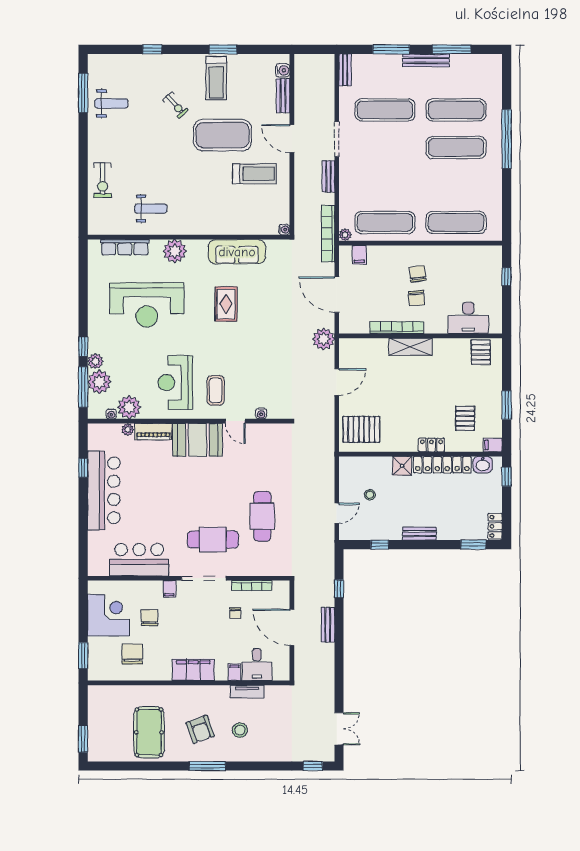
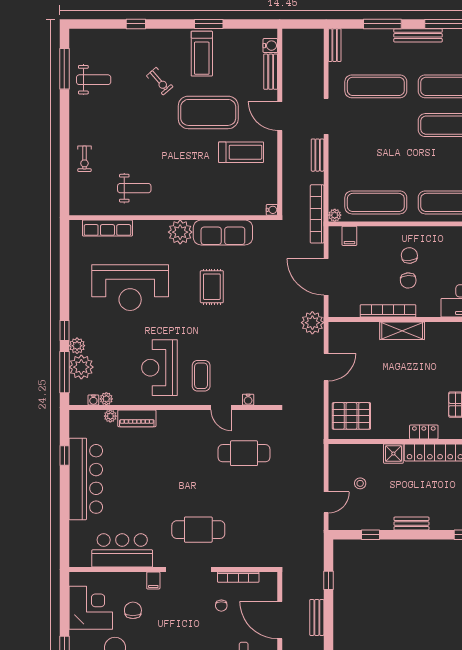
exercise bike: (103, 180) -> (84, 159), width x0.73, depth x0.72
plant: (175, 251) -> (180, 232), moved
plant: (129, 407) -> (106, 399), width x0.53, depth x0.53
booth: (198, 440) -> (182, 427), removed
cafe table: (262, 516) -> (244, 453), moved, turned 90

